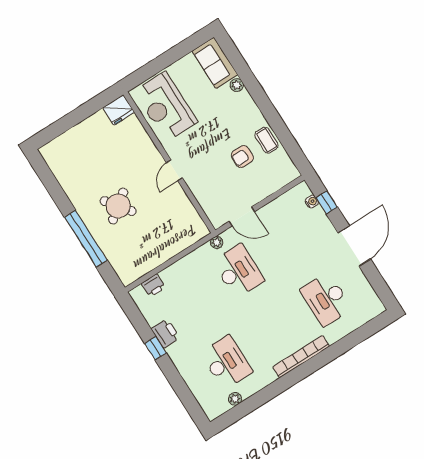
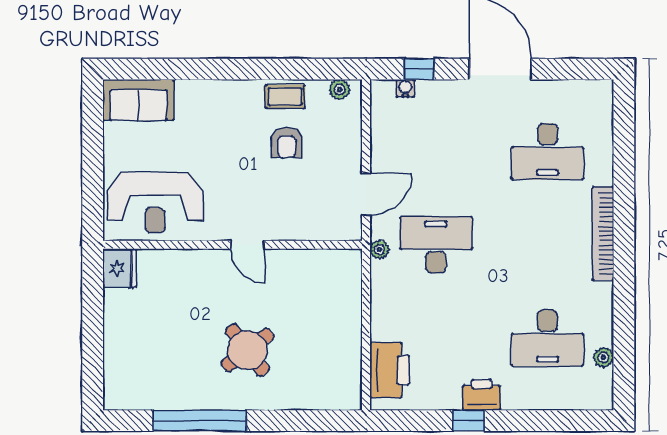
plant: (237, 85) -> (340, 90), moved
window: (86, 239) -> (200, 421), moved
printer: (153, 285) -> (390, 370), width x1.87, depth x1.48
printer: (165, 333) -> (482, 395), moved
desk: (226, 362) -> (547, 338), turned 180

